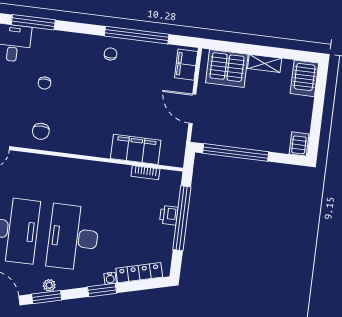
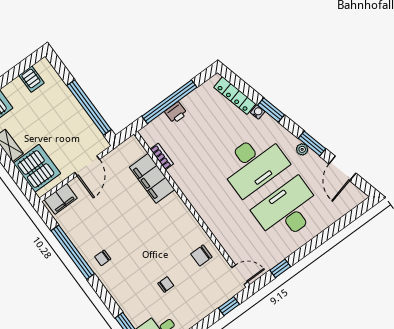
chair: (41, 131) -> (201, 256), turned 180
server rack: (299, 144) -> (31, 79), moved, turned -90

